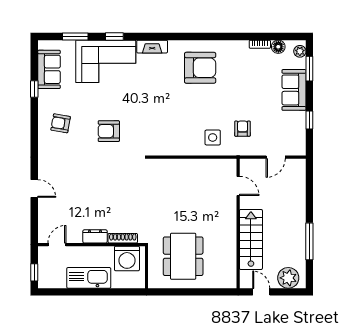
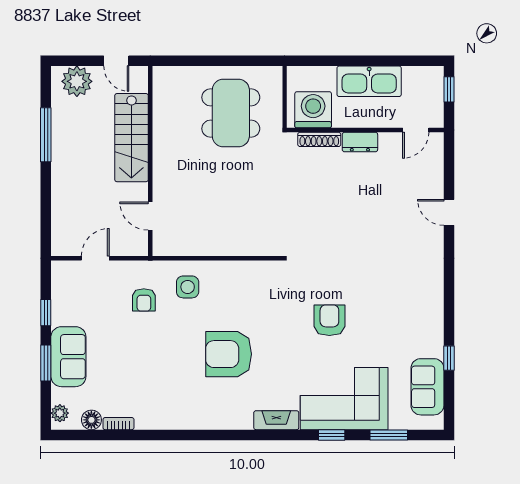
armchair: (200, 68) -> (229, 354), moved
window: (309, 69) -> (46, 363), moved
armchair: (61, 123) -> (410, 308), removed
armchair: (109, 131) -> (329, 320), moved, turned -90

